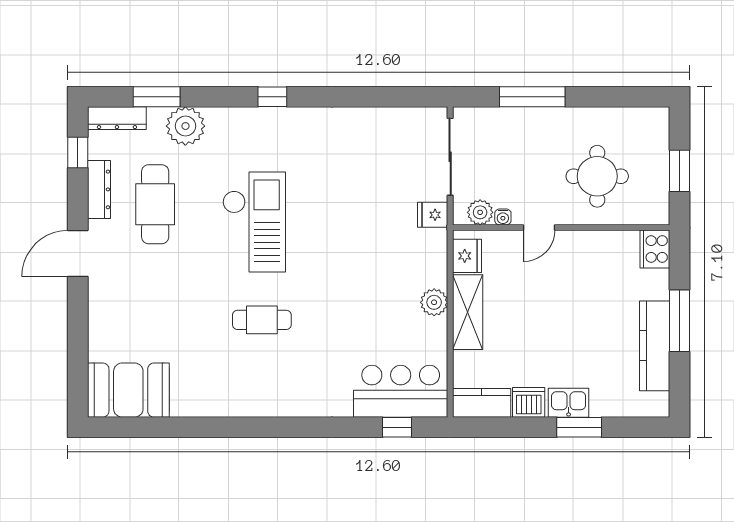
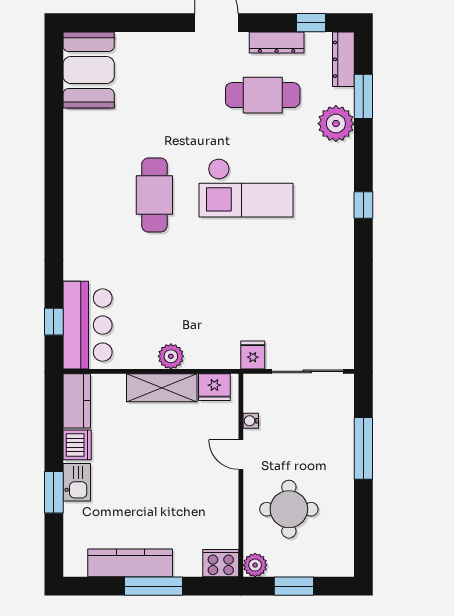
plant: (480, 212) -> (255, 565), moved
cafe table: (262, 320) -> (154, 195), width x1.37, depth x1.35

